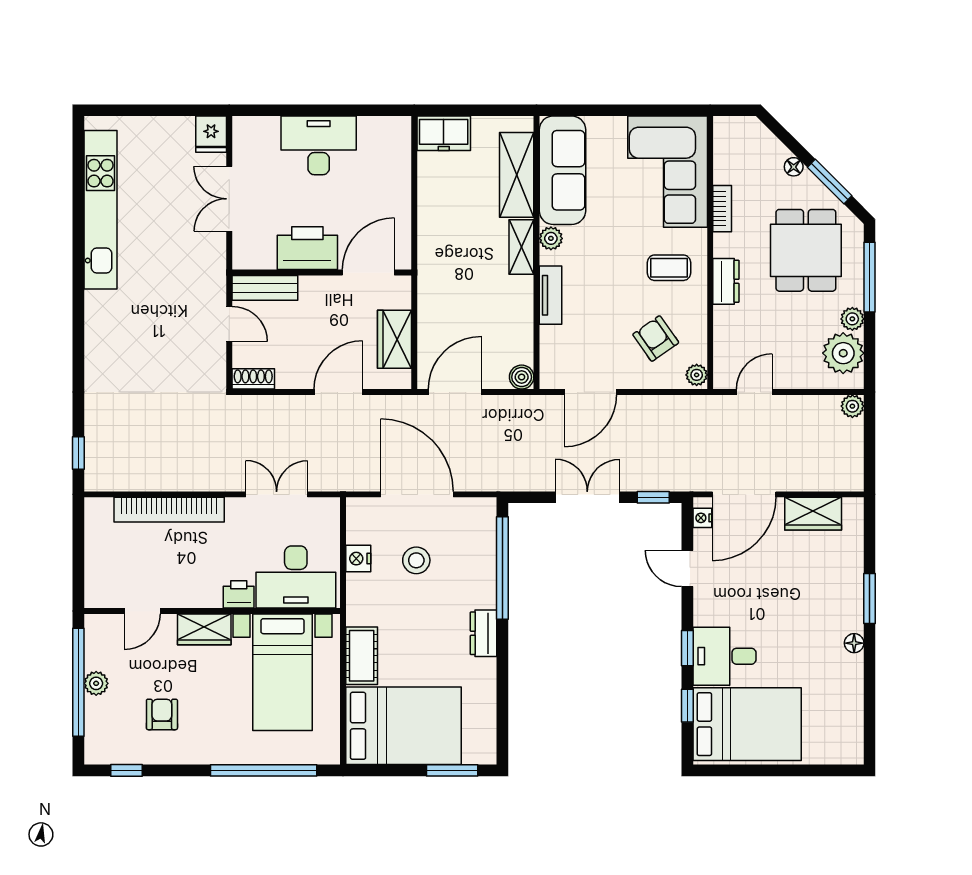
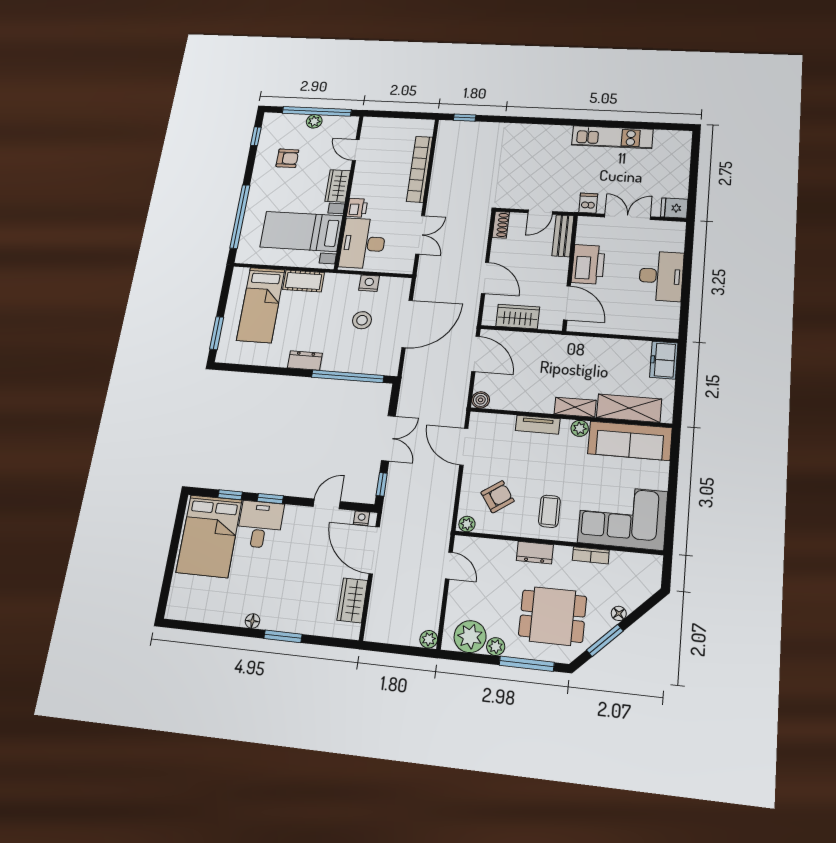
kitchen unit: (101, 210) -> (612, 137), width x0.73
dishwasher: (211, 256) -> (588, 203), added
bed: (404, 726) -> (261, 305), width x0.67

